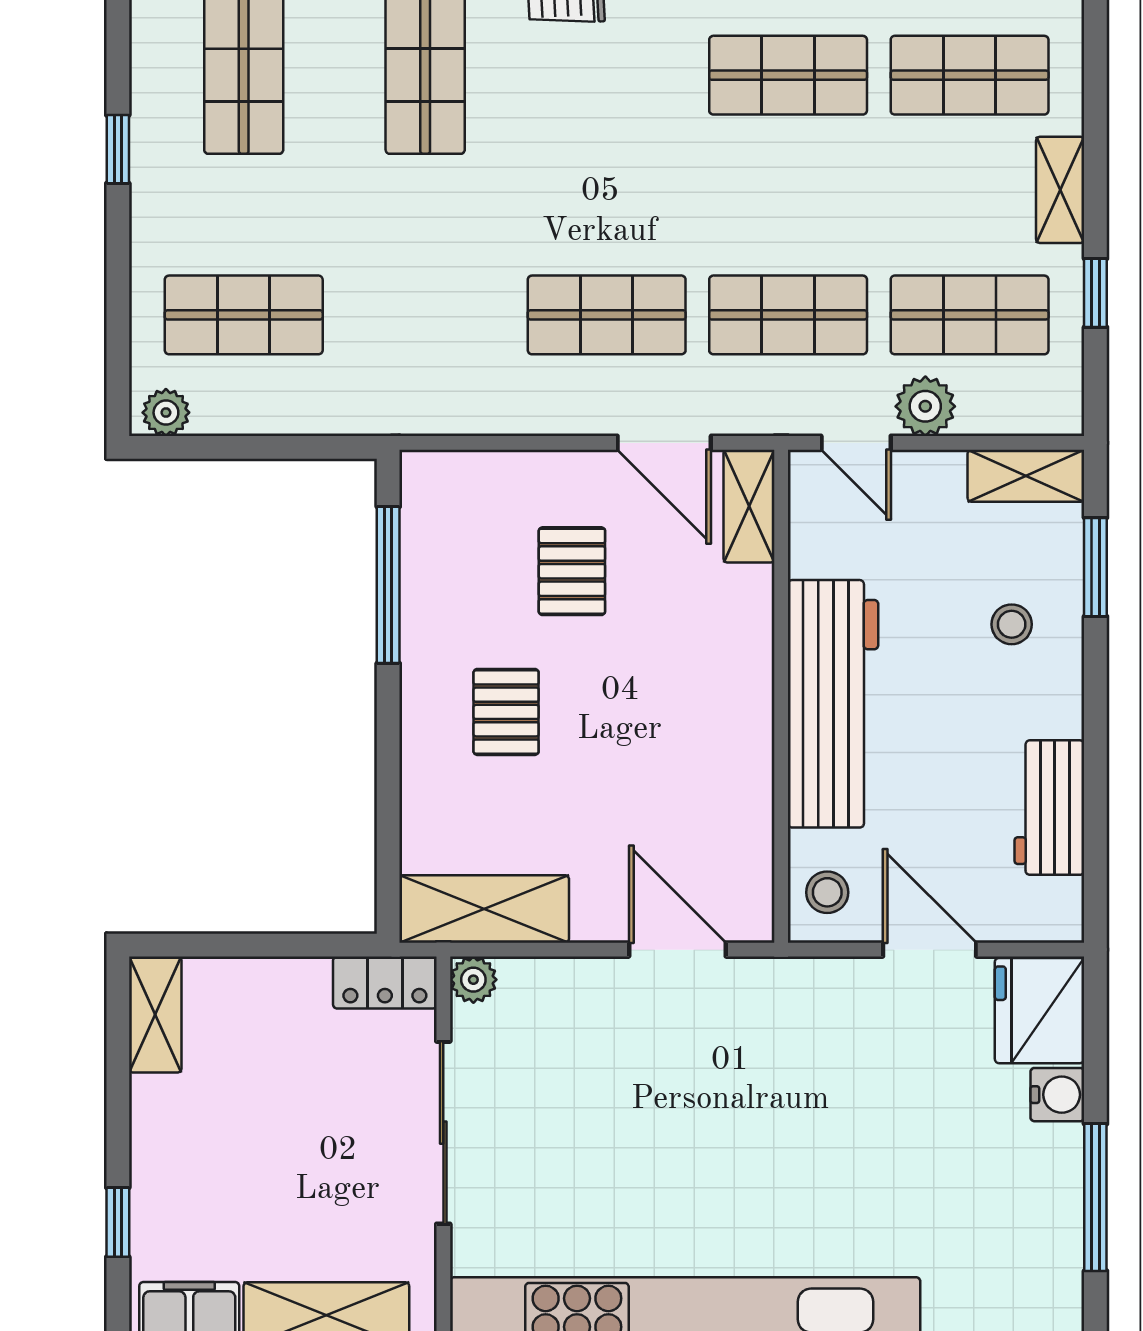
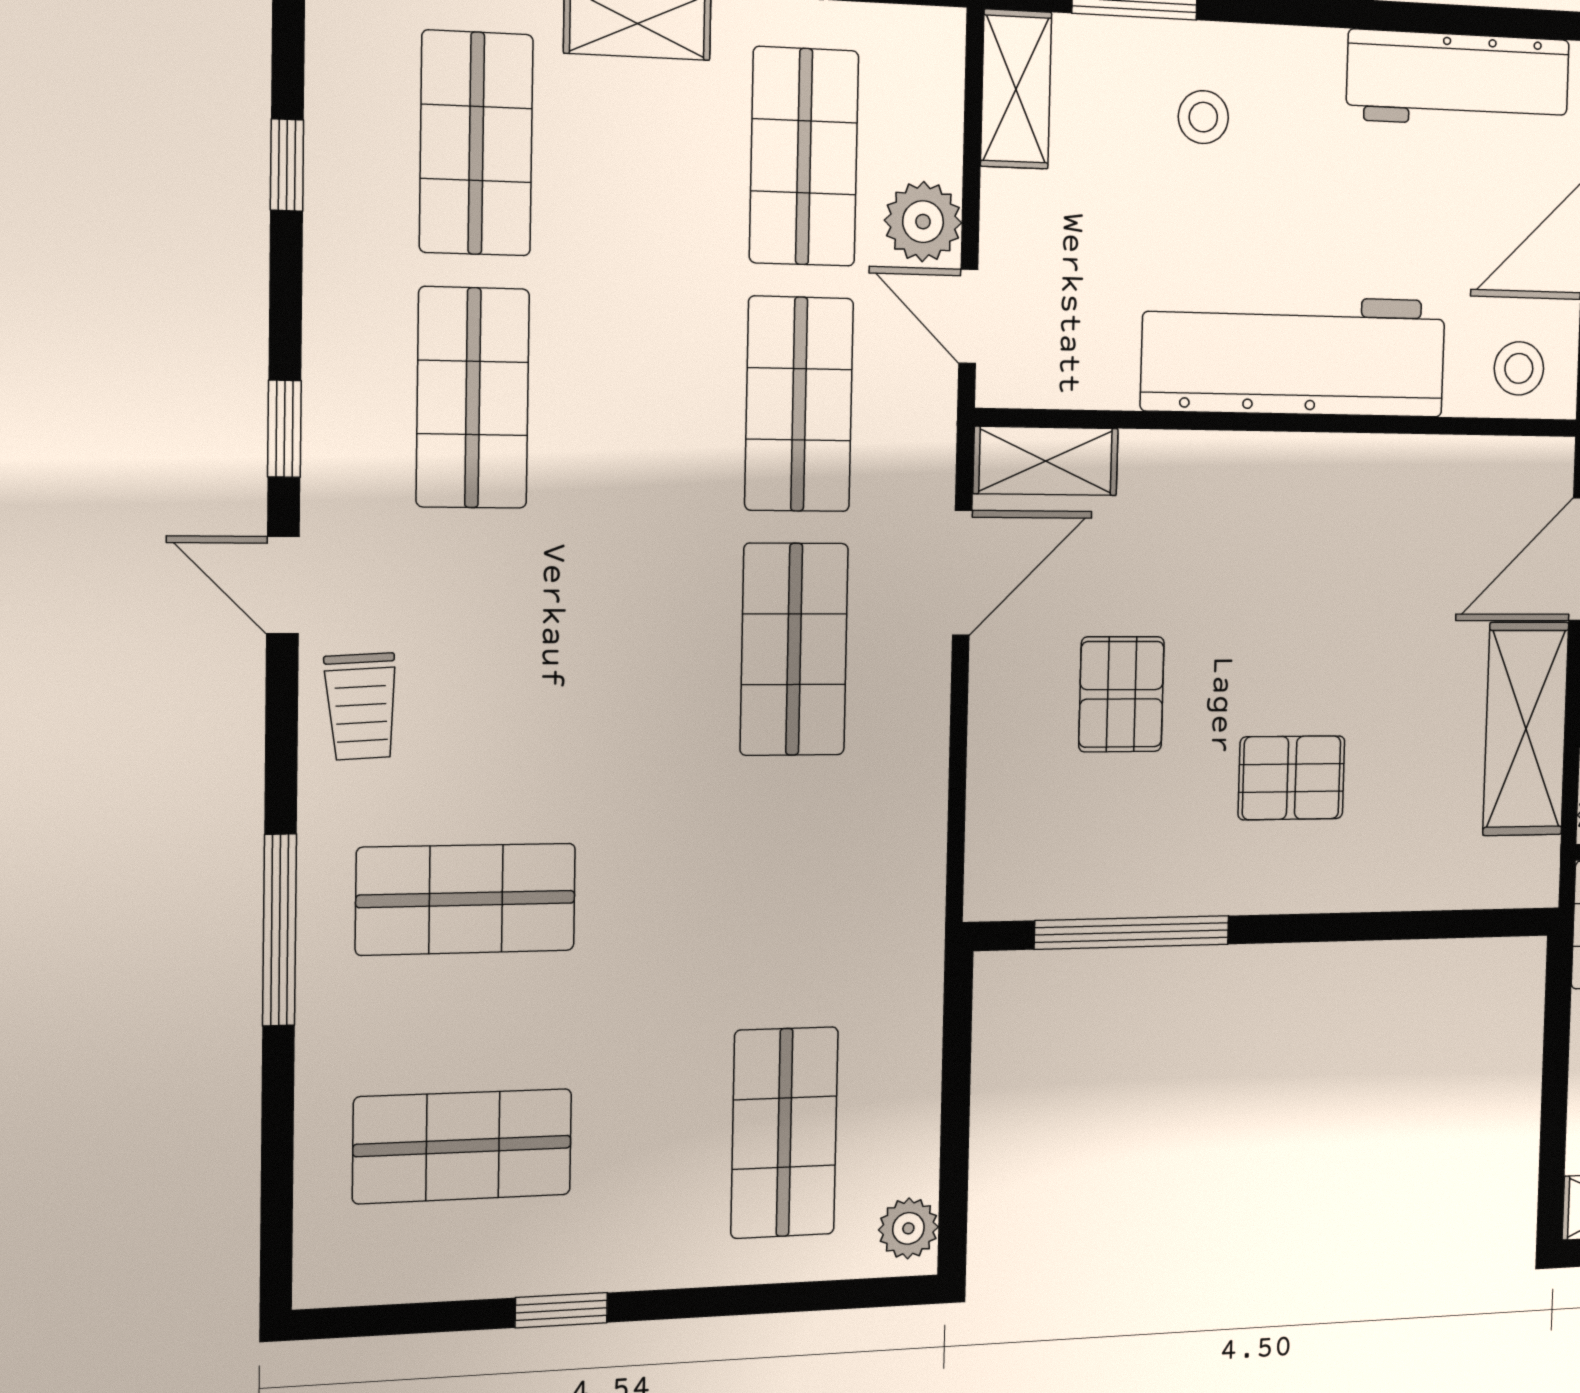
door: (856, 443) -> (968, 316), swing flipped
pallet: (572, 571) -> (1121, 694), turned 90
workbench: (1049, 808) -> (1458, 80), width x1.38
shelving: (484, 909) -> (1526, 729), moved

